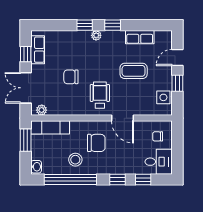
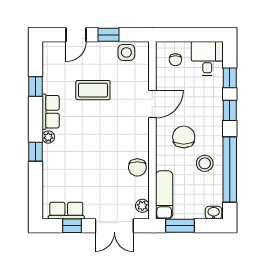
window: (113, 25) -> (35, 87), moved
row of seats: (140, 37) -> (51, 112), moved
door: (177, 57) -> (76, 35), hinge flipped
coffee table: (134, 71) -> (93, 90), turned 90
chair: (71, 77) -> (137, 167), moved
wheelchair: (100, 95) -> (124, 132), removed

